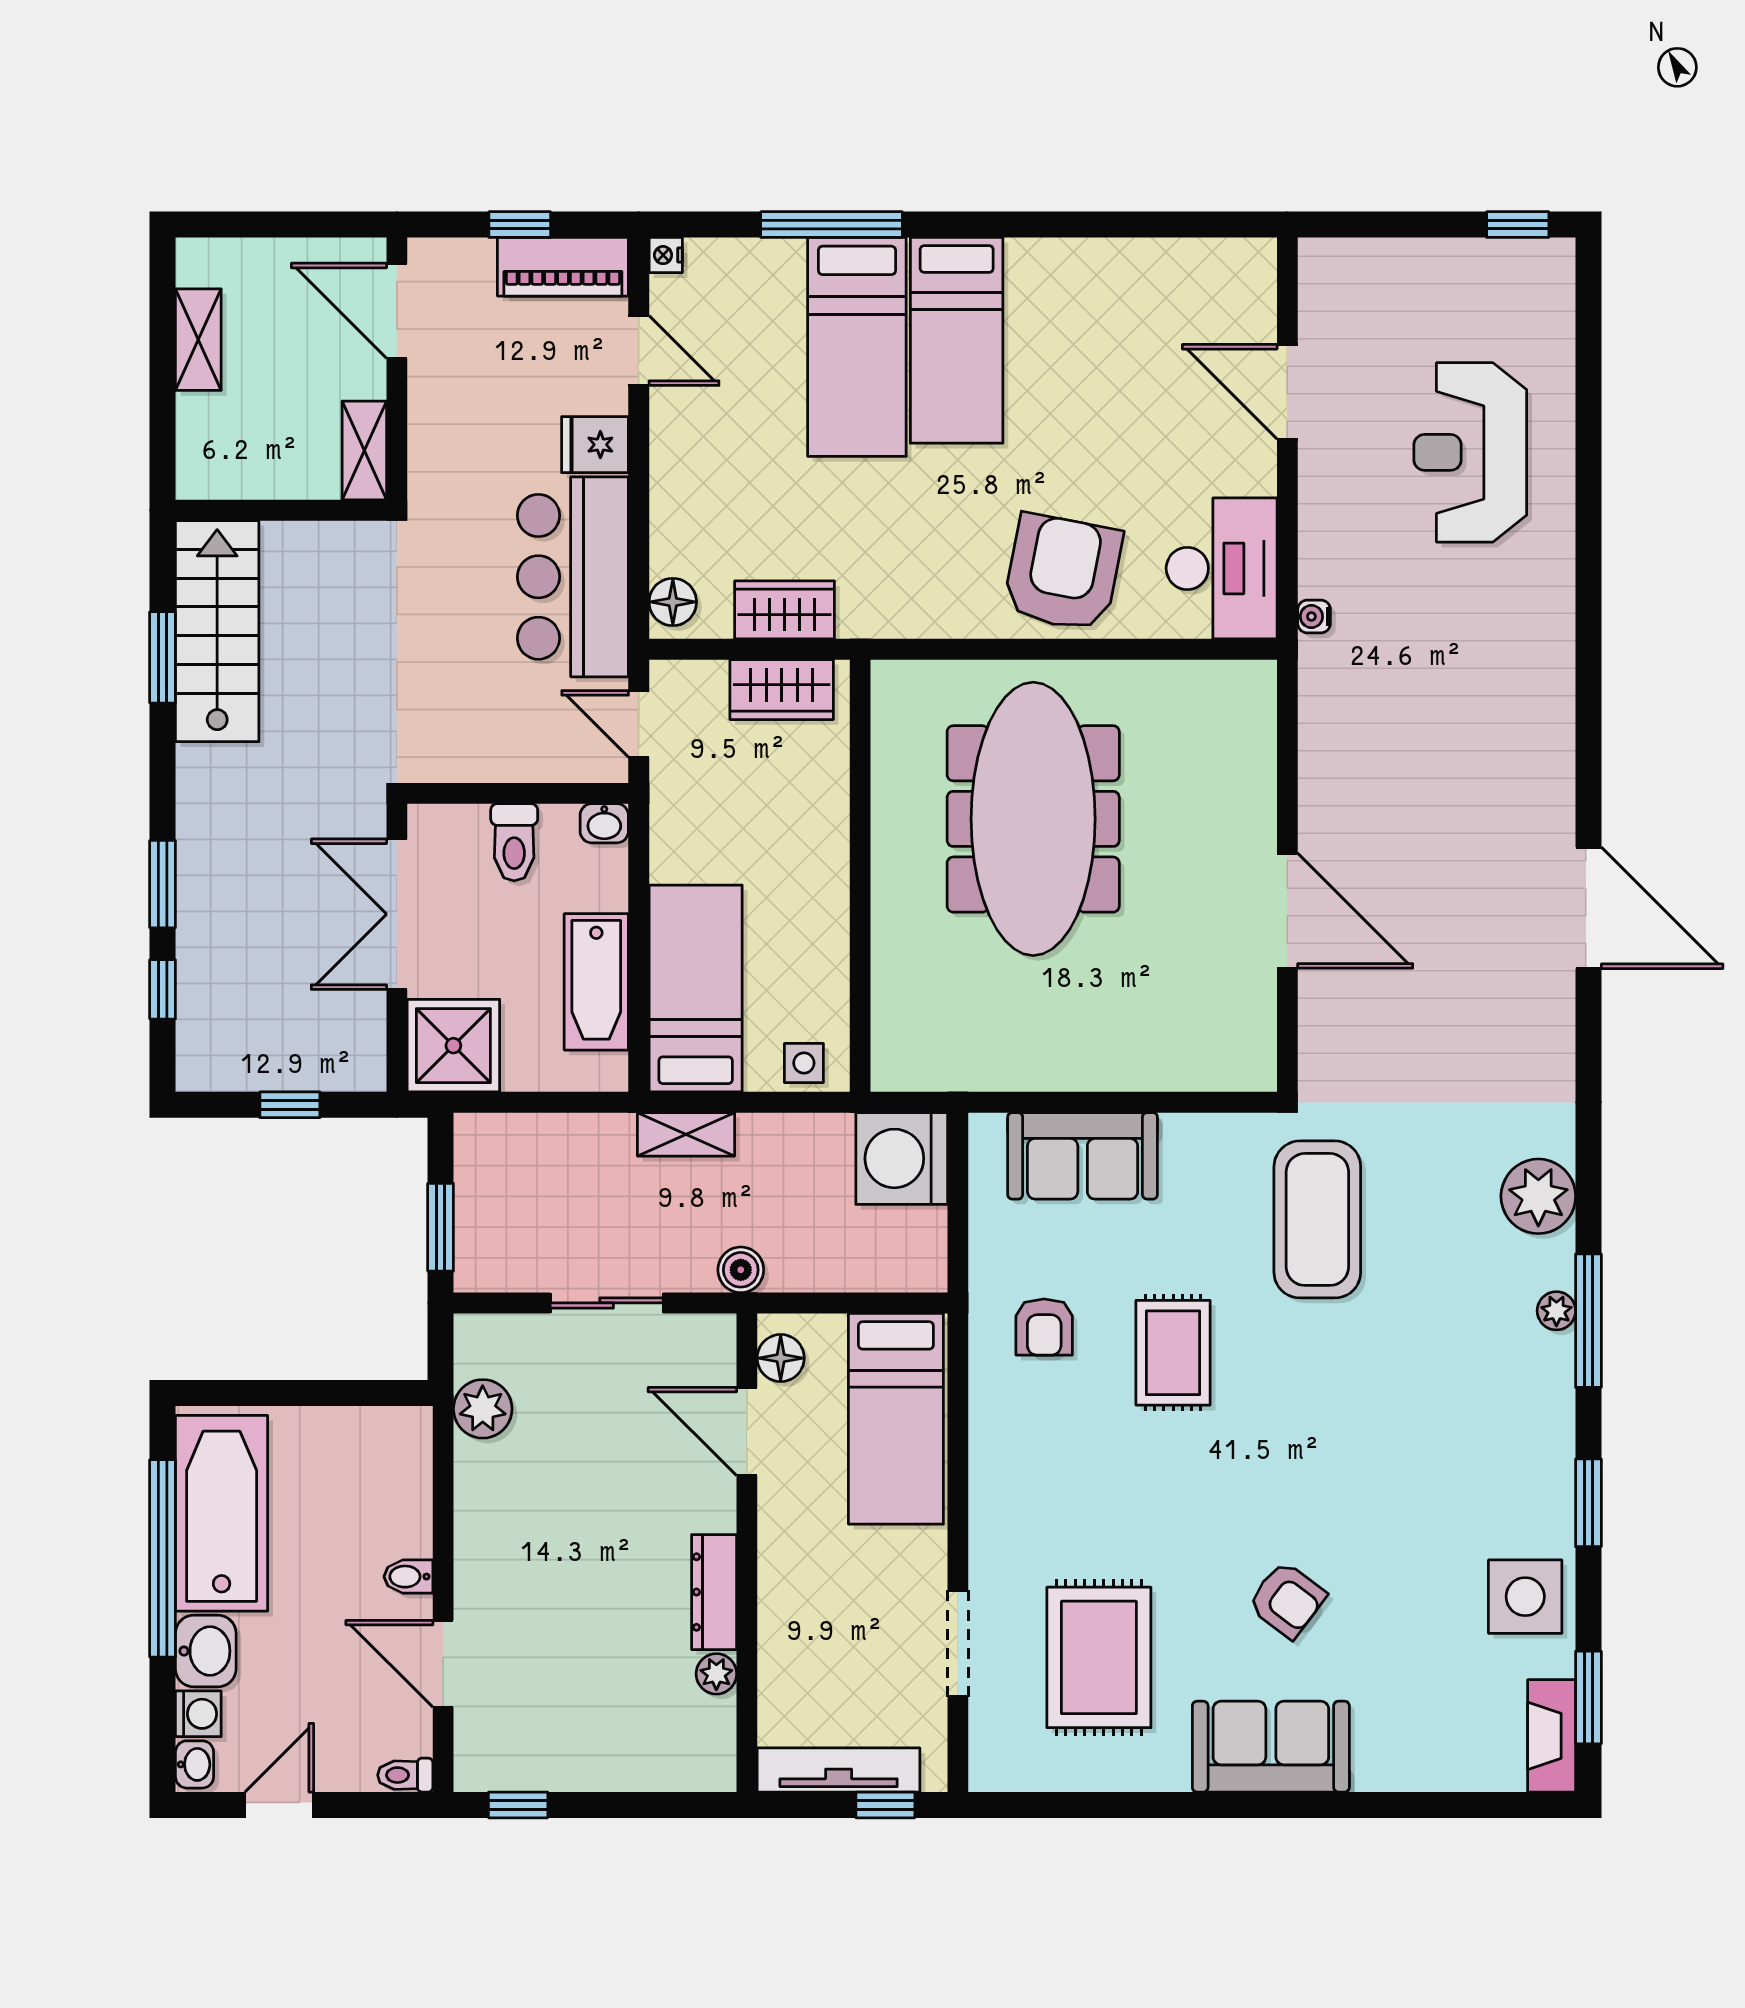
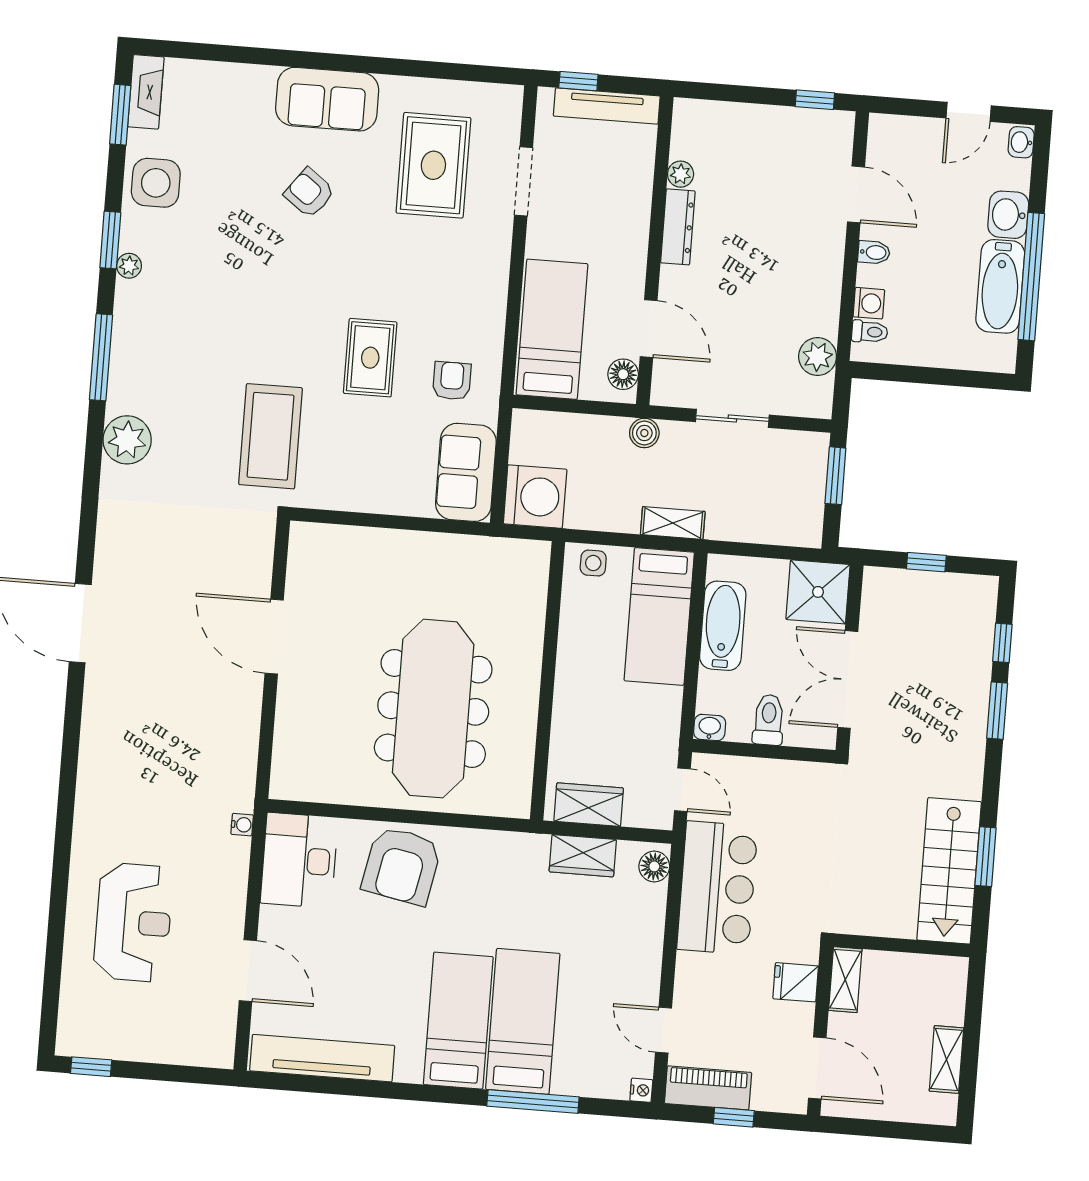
tv unit: (1162, 266) -> (322, 1058), added
fridge: (595, 445) -> (796, 982), moved, turned 180
double door: (397, 914) -> (848, 679), swing flipped
sofa: (1083, 1156) -> (466, 472), moved, turned -90
plant: (1556, 1311) -> (129, 266), moved
bathtub: (222, 1513) -> (1000, 286), width x0.73, depth x0.73
washing machine: (198, 1714) -> (869, 303), moved, turned 180
toilet: (405, 1775) -> (870, 332), moved

